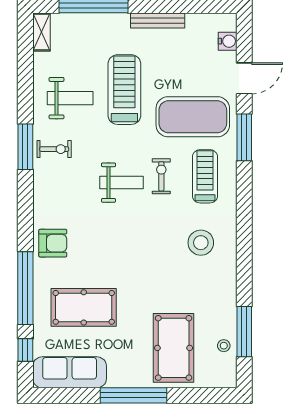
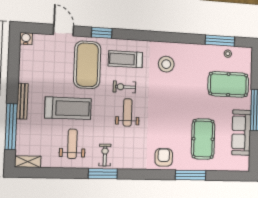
bench: (158, 20) -> (22, 101), moved
water cooler: (228, 41) -> (26, 39), moved
treadmill: (124, 90) -> (68, 108), turned 180
window: (244, 137) -> (102, 33), width x0.69
window: (25, 288) -> (191, 175), width x0.68
window: (25, 350) -> (227, 176), removed
sofa: (70, 372) -> (241, 132), moved

